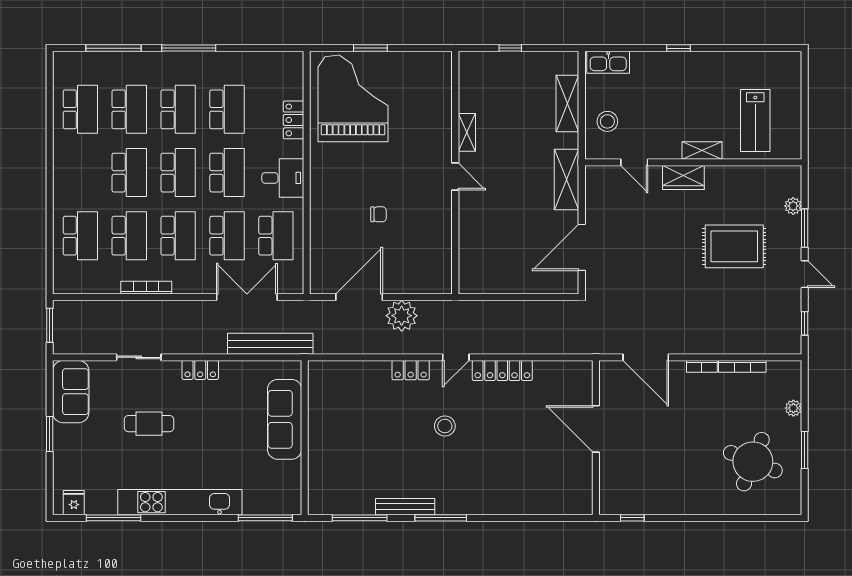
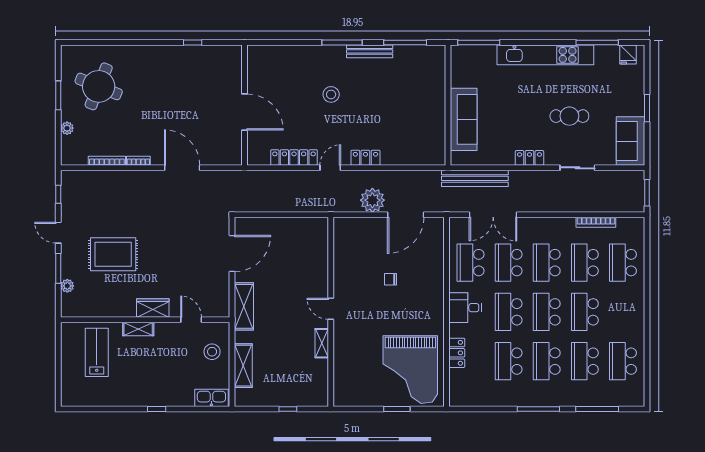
bookcase: (146, 288) -> (596, 222), moved
stool: (445, 426) -> (331, 94), moved
door: (596, 429) -> (245, 112), moved
wall: (596, 438) -> (245, 105), moved

